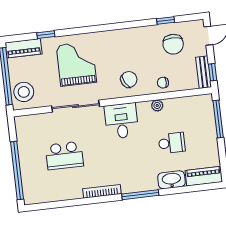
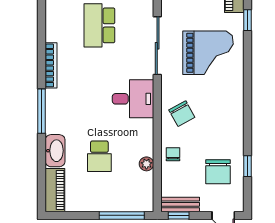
chair: (173, 44) -> (218, 172), turned -90
plant: (157, 106) -> (146, 164), moved

